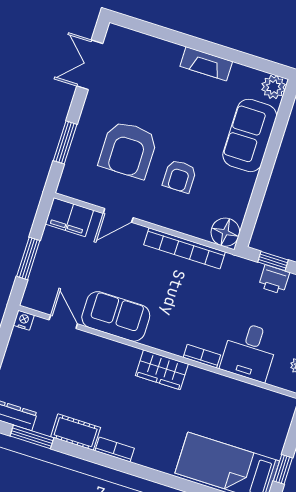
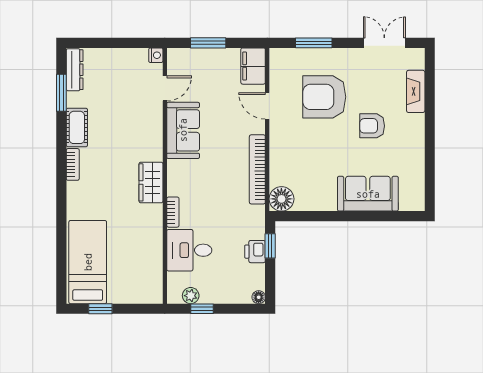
fireplace: (206, 64) -> (416, 91), moved
plant: (274, 87) -> (414, 201), removed
armchair: (180, 176) -> (372, 126), moved

